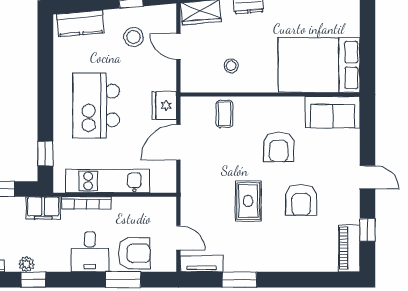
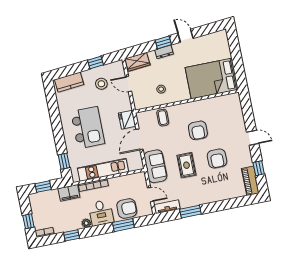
kitchen island: (96, 106) -> (88, 128), turned 180
sofa: (333, 112) -> (155, 166), moved, turned -90
plant: (26, 264) -> (86, 223), moved

